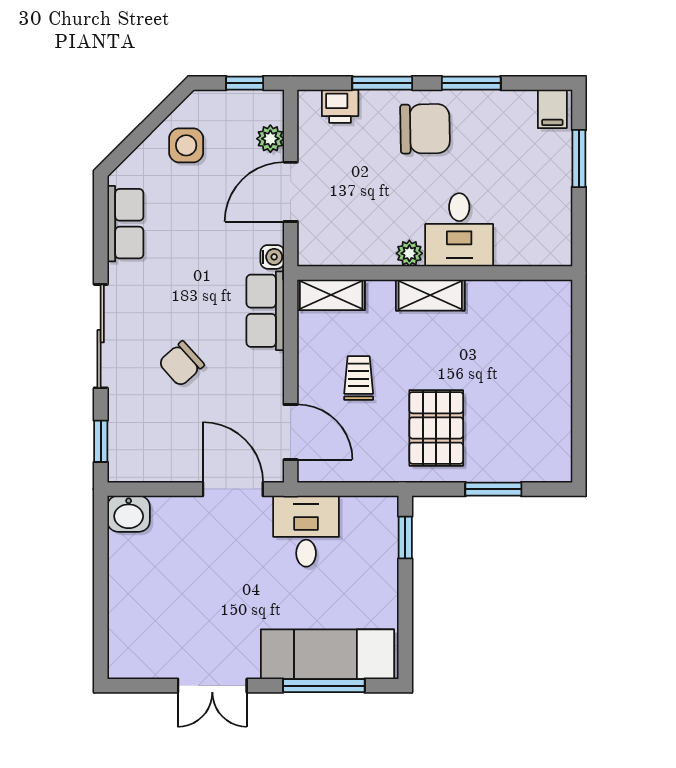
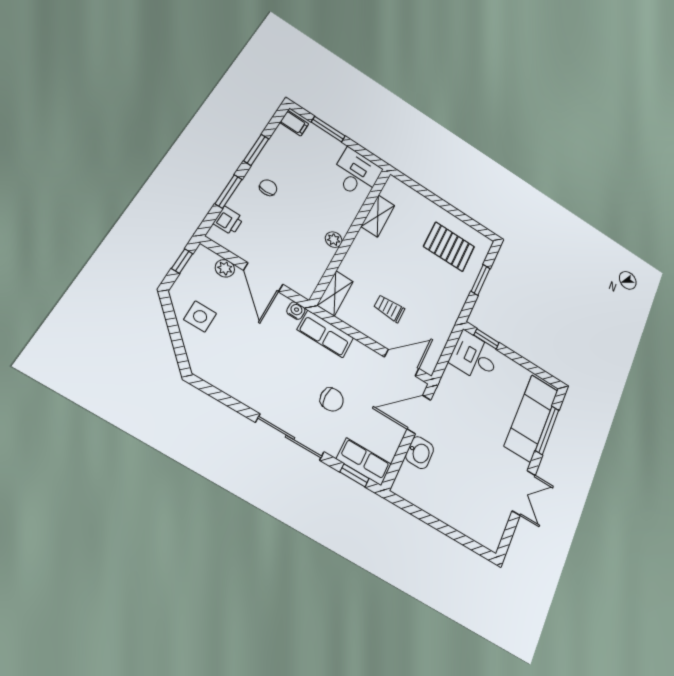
chair: (425, 129) -> (268, 188), width x0.54, depth x0.54
row of seats: (125, 224) -> (364, 462), moved
desk: (459, 230) -> (356, 174), moved, turned -90
shelving: (430, 295) -> (378, 216), moved
chair: (181, 364) -> (332, 400), turned -48
pallet: (436, 428) -> (449, 247), moved
washbasin: (129, 514) -> (420, 453), moved
desk: (306, 531) -> (474, 357), moved

